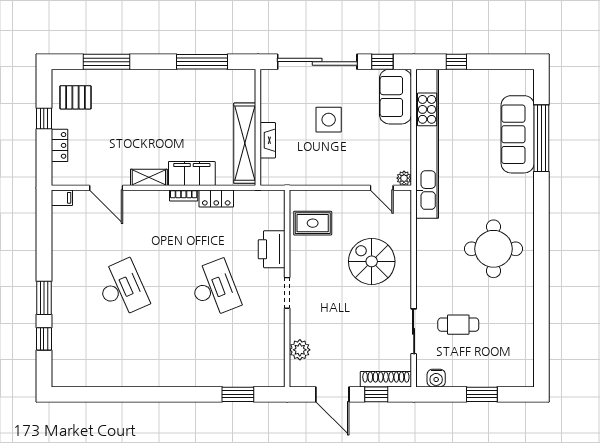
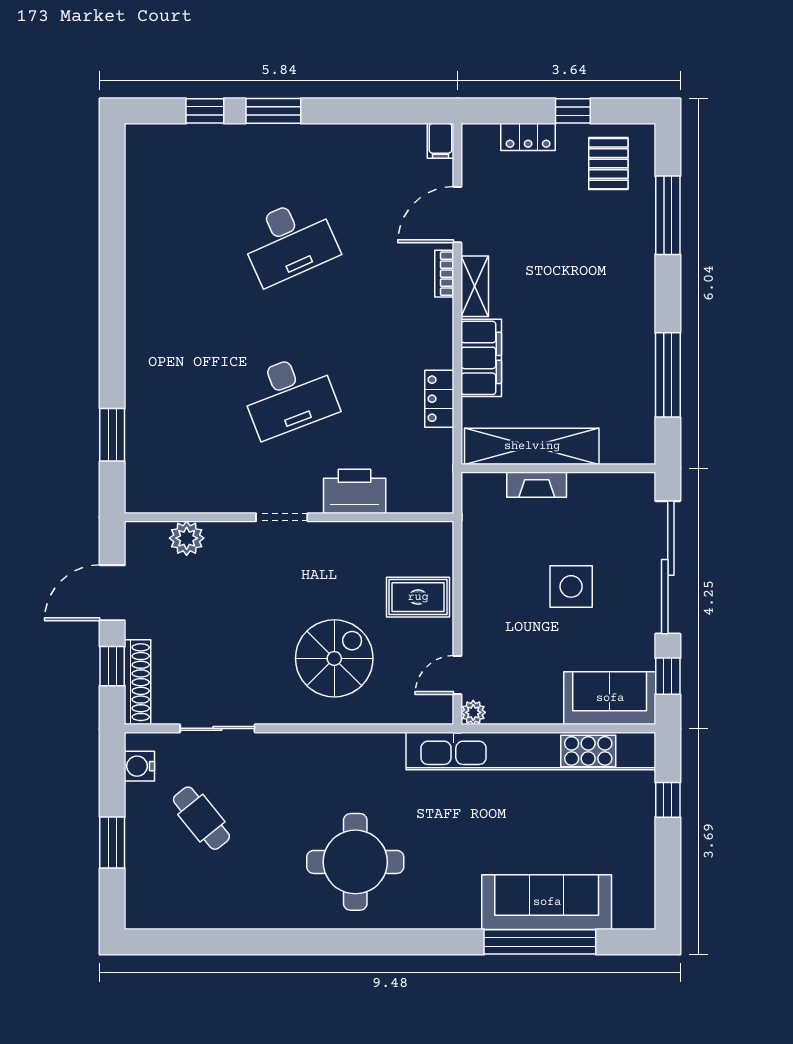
bookcase: (184, 196) -> (444, 274), moved
rug: (313, 223) -> (418, 597), moved, turned 90
cafe table: (458, 325) -> (201, 818), moved, turned -39

